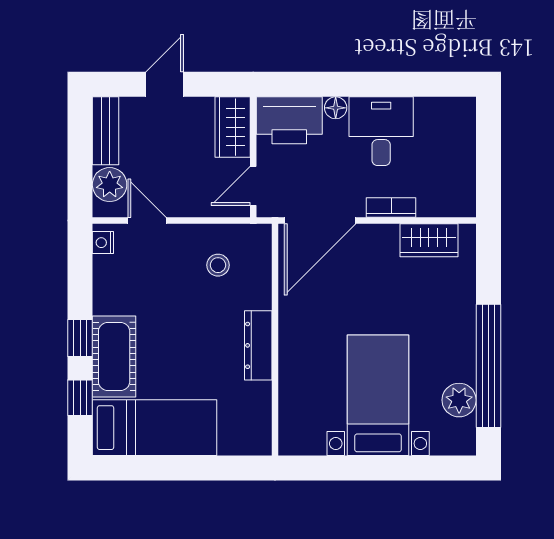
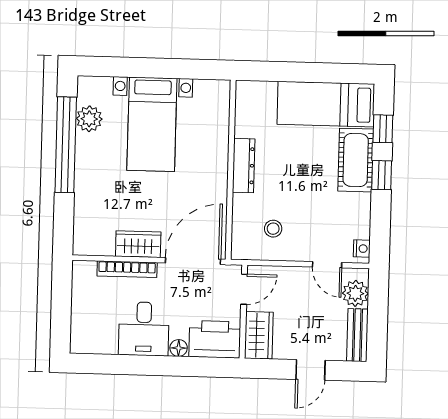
bookcase: (391, 208) -> (127, 269), width x1.56
wardrobe: (429, 240) -> (138, 244), moved

